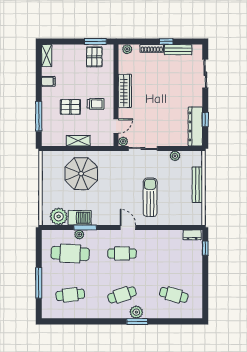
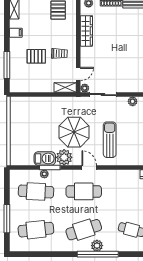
wardrobe: (125, 91) -> (86, 31), moved
shelving: (78, 141) -> (65, 87), moved
parasol: (81, 174) -> (74, 132), moved
plant: (59, 216) -> (64, 157), moved
cafe table: (122, 253) -> (84, 191), width x1.37, depth x1.35
cafe table: (70, 295) -> (36, 230), width x1.37, depth x1.35
cafe table: (122, 295) -> (84, 230), width x1.37, depth x1.35
window: (137, 321) -> (98, 254), width x2.11

